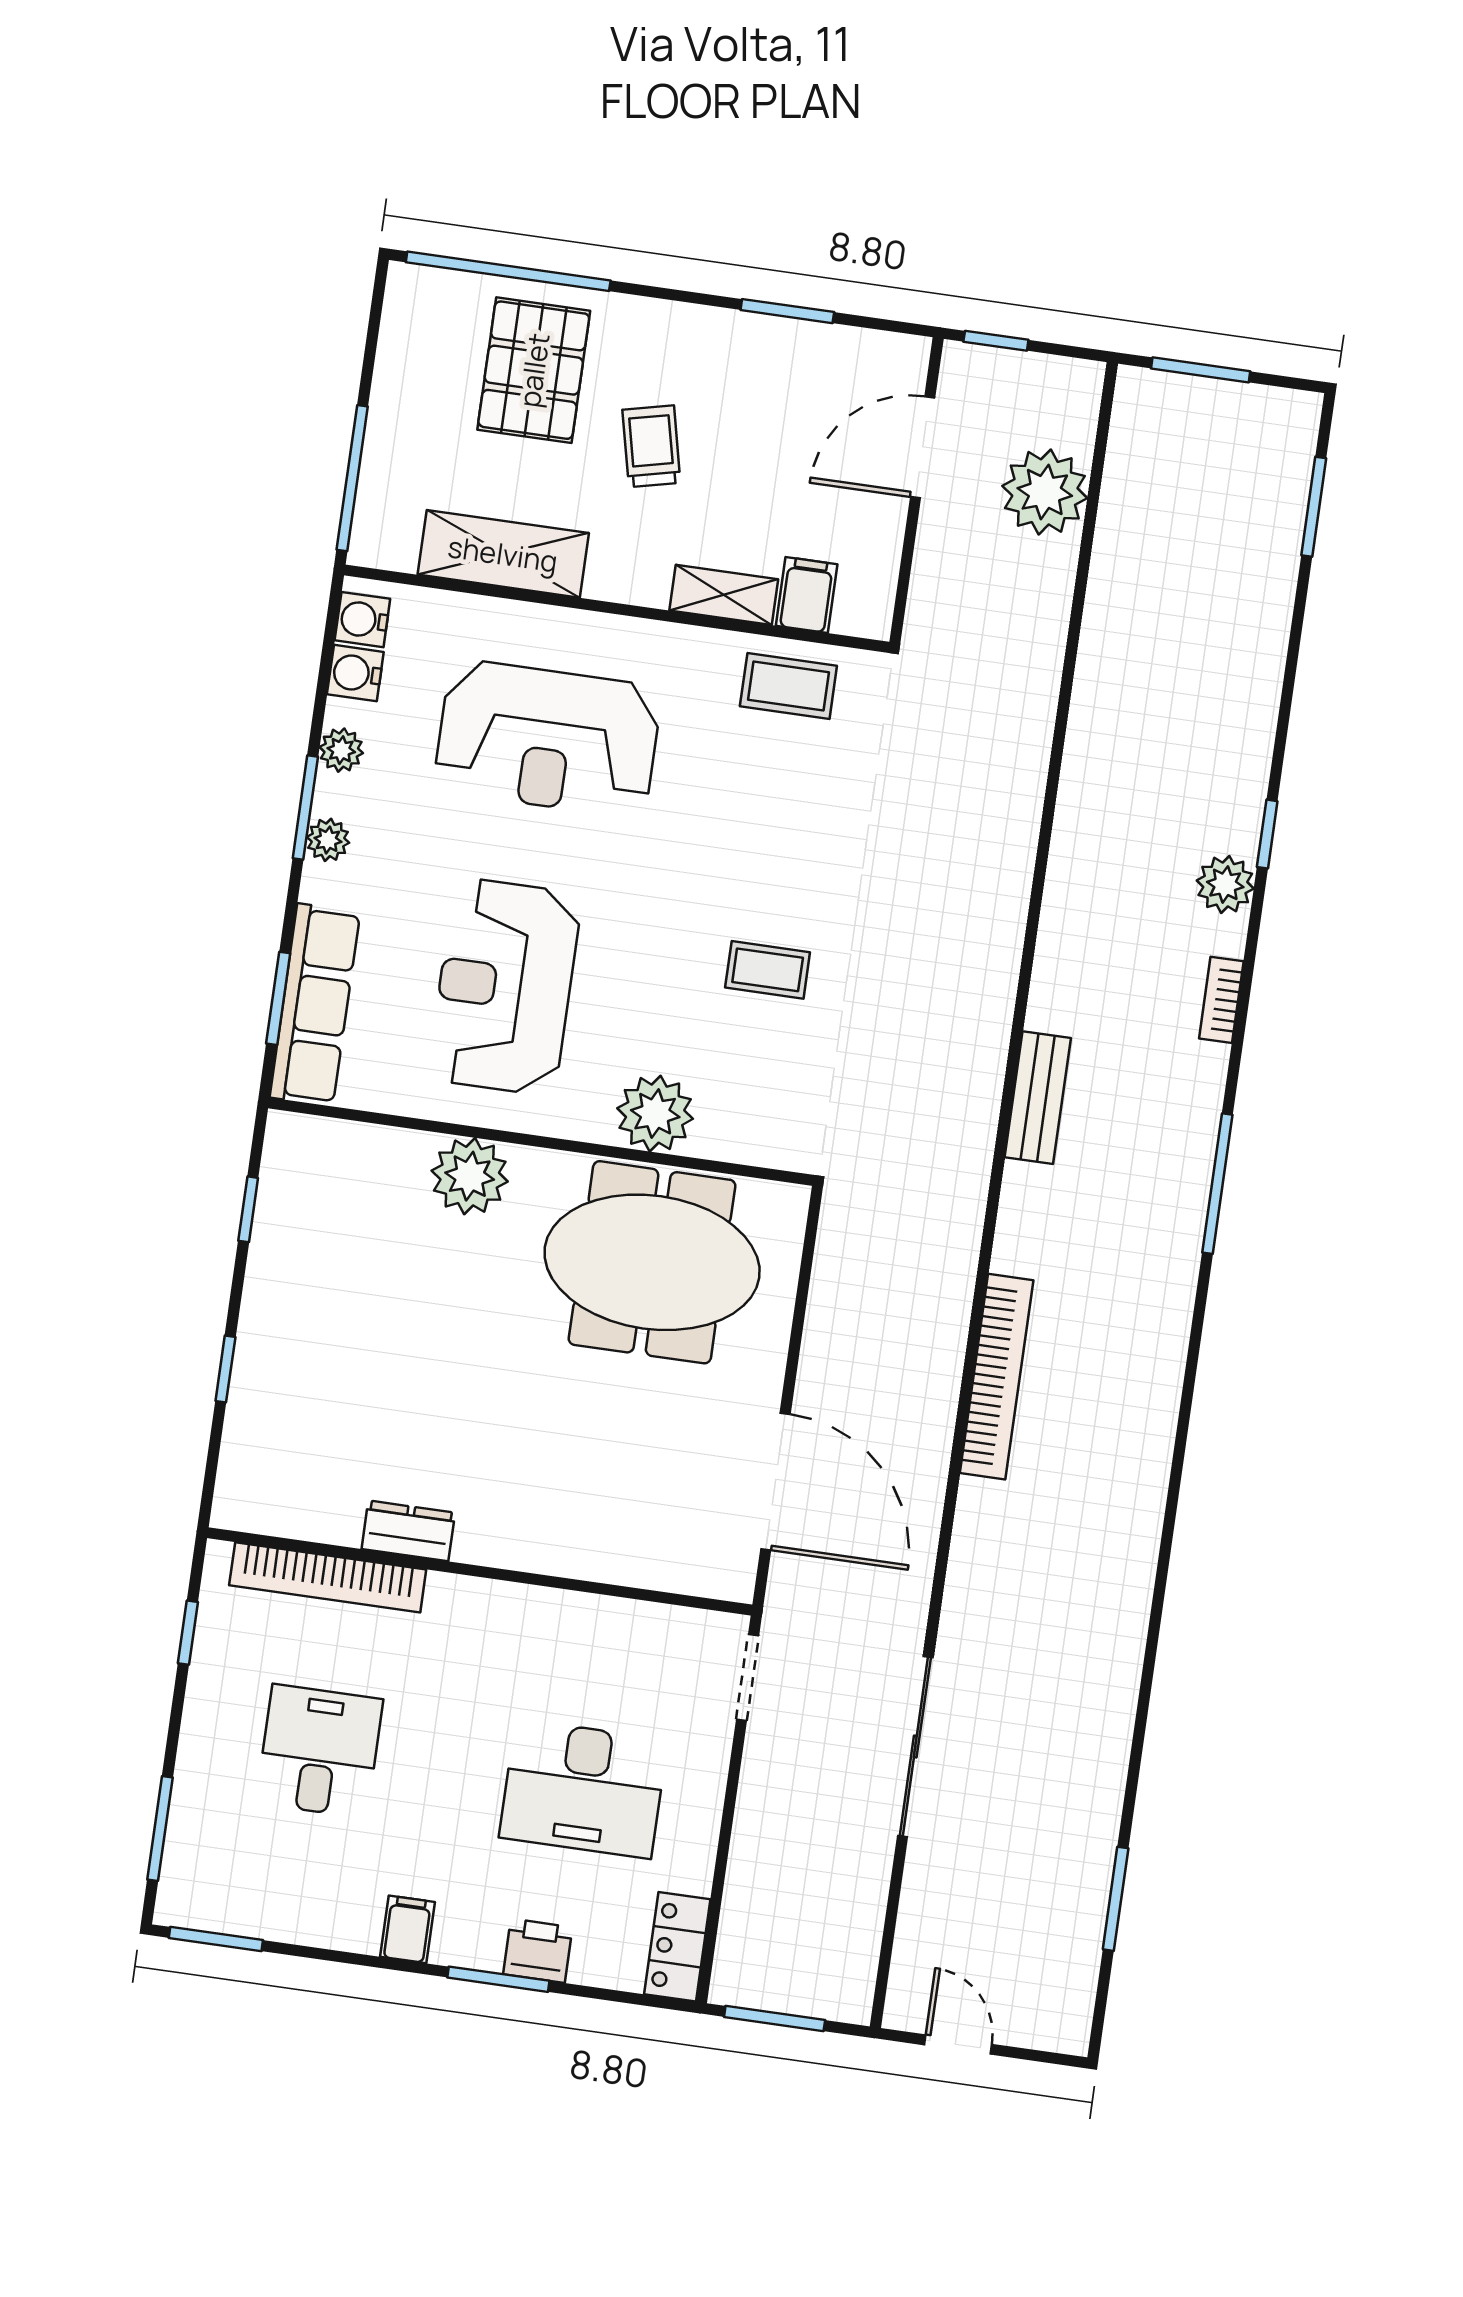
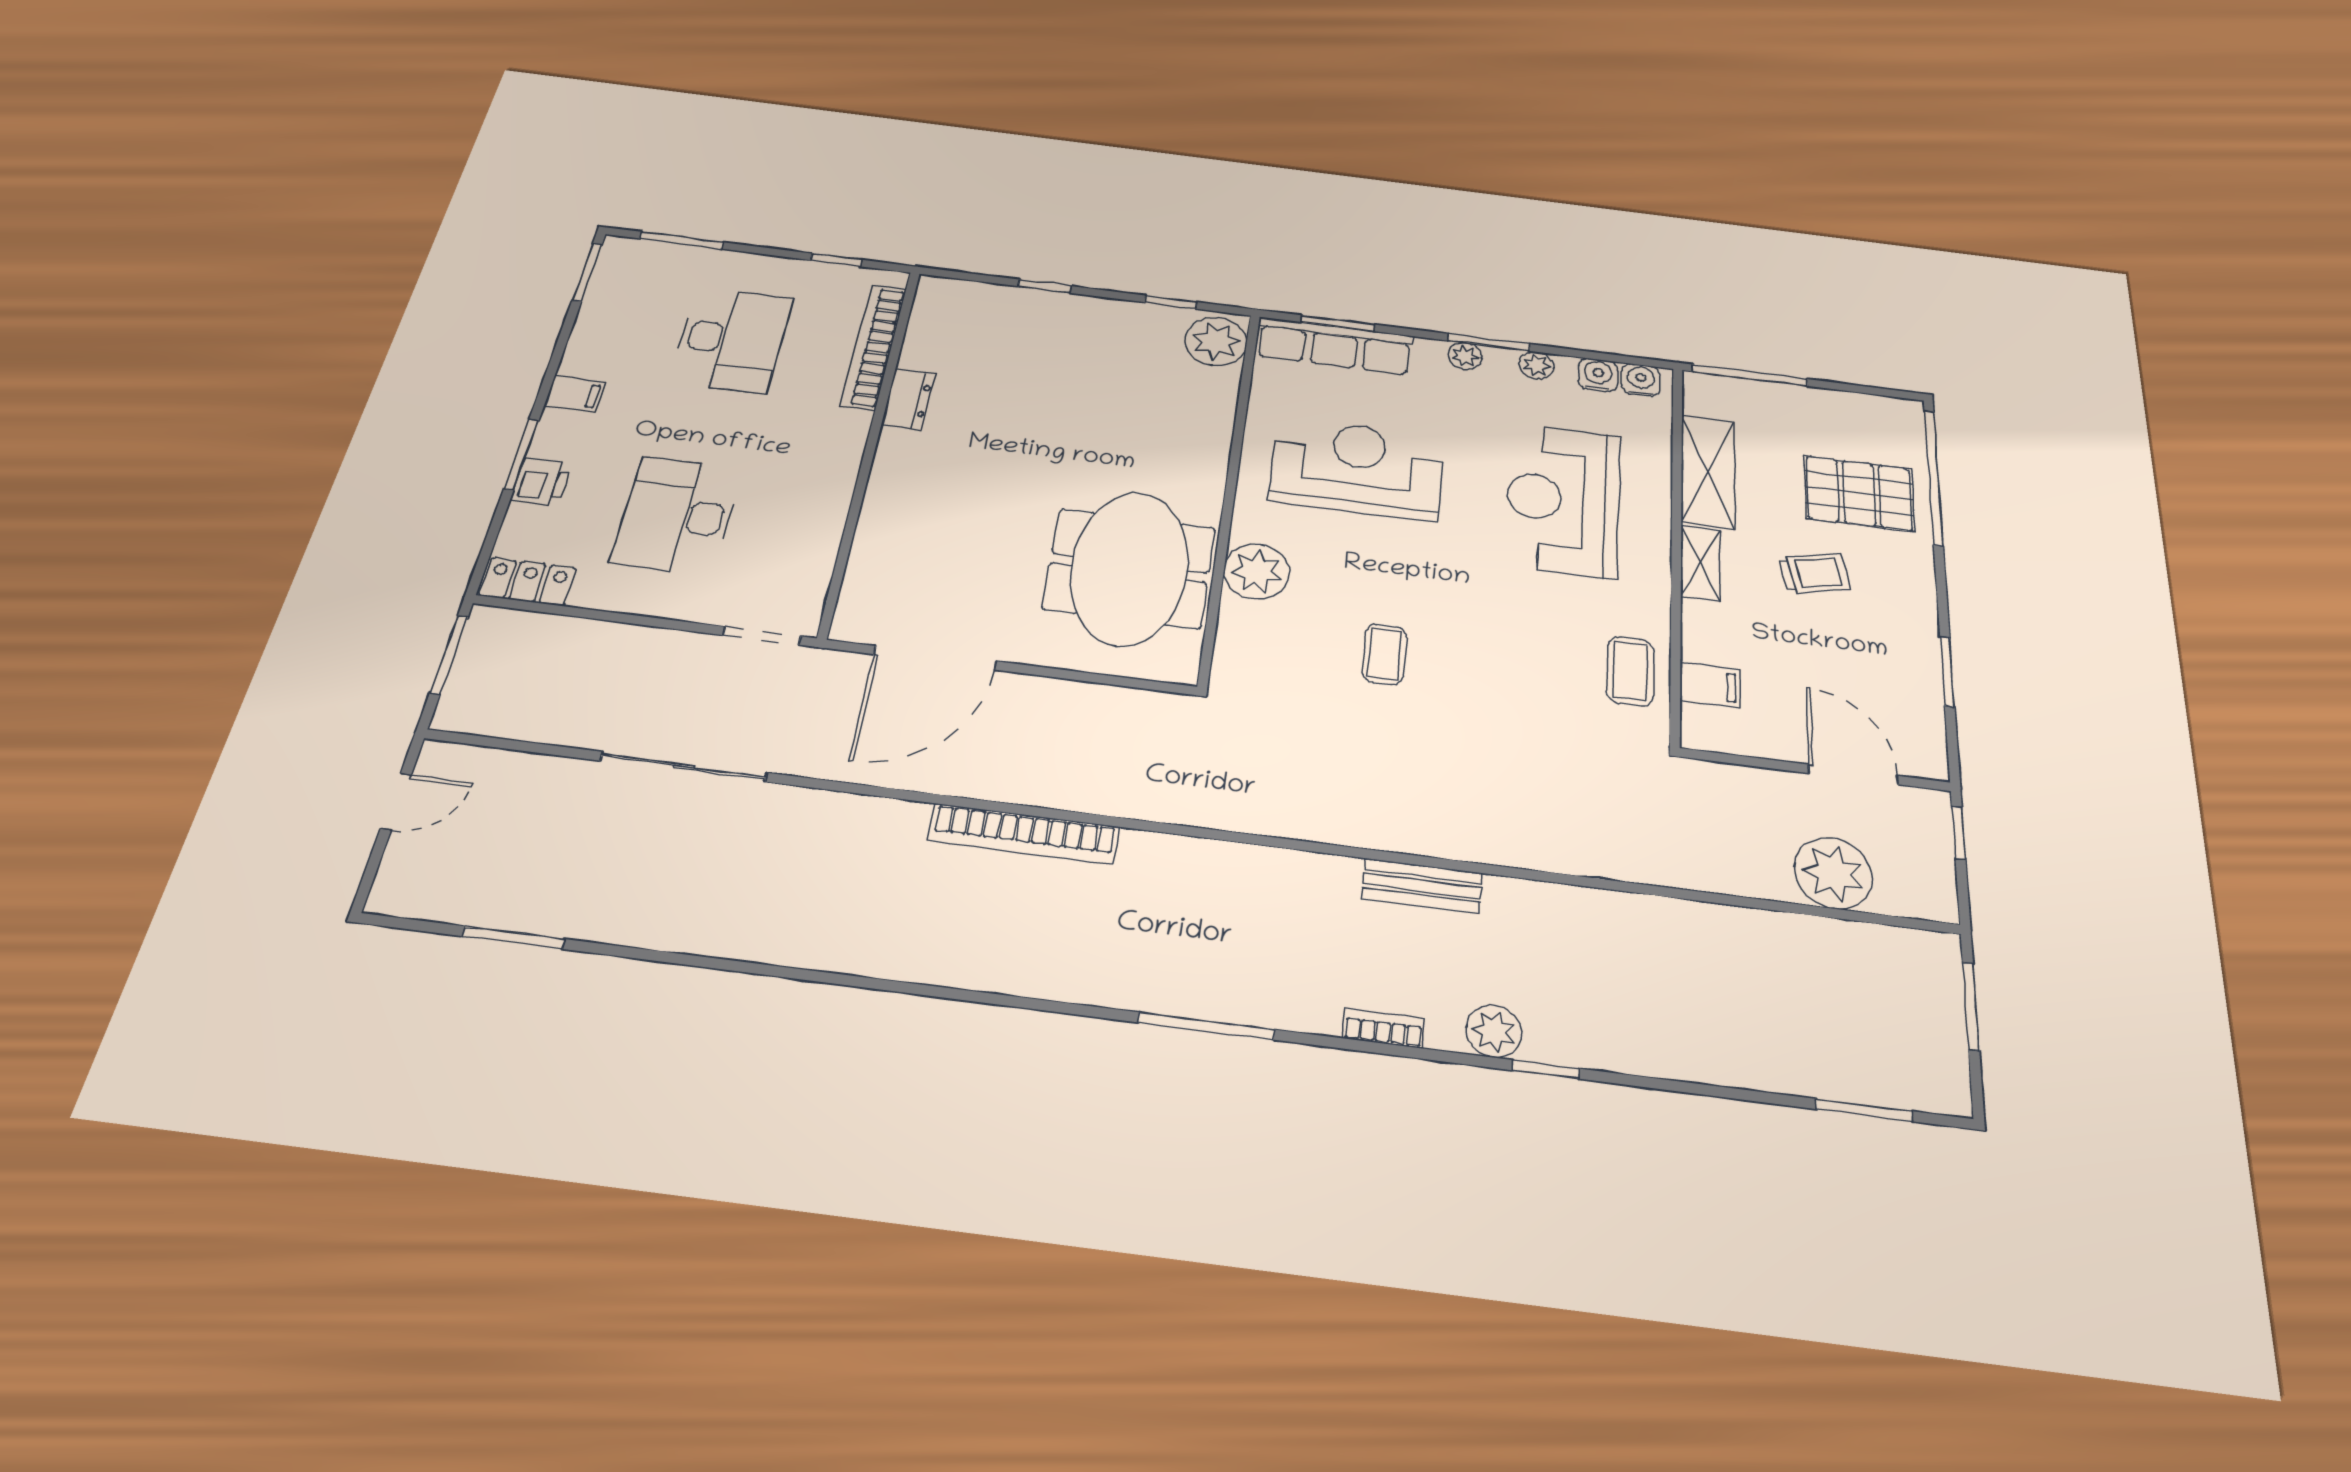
shelving: (724, 595) -> (1700, 563), moved
bench: (1038, 1098) -> (1422, 886), moved
plant: (470, 1176) -> (1216, 341), moved
desk: (319, 1751) -> (732, 339), width x1.37

